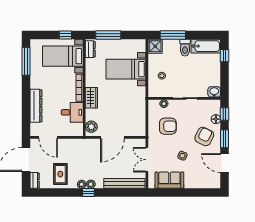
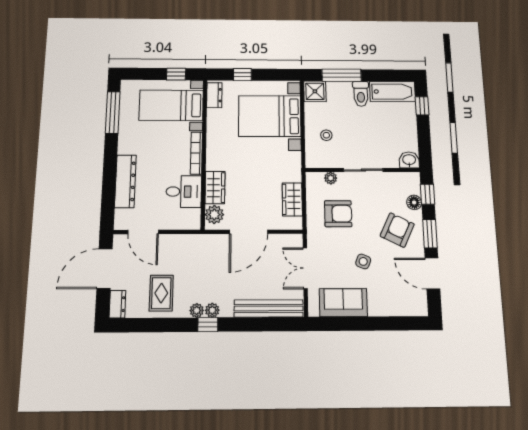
window: (108, 35) -> (242, 75), width x0.46
bed with nightstands: (126, 69) -> (270, 116), width x1.36
wardrobe: (91, 98) -> (215, 188), moved
wardrobe: (140, 117) -> (292, 199), added

